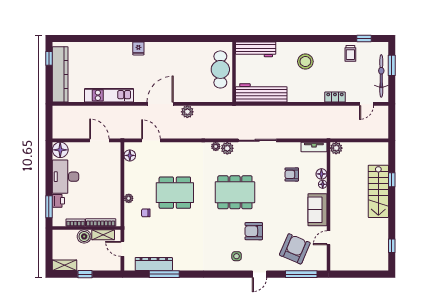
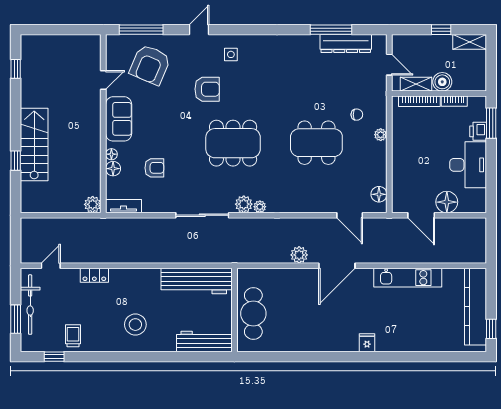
floor lamp: (60, 150) -> (447, 202), moved

